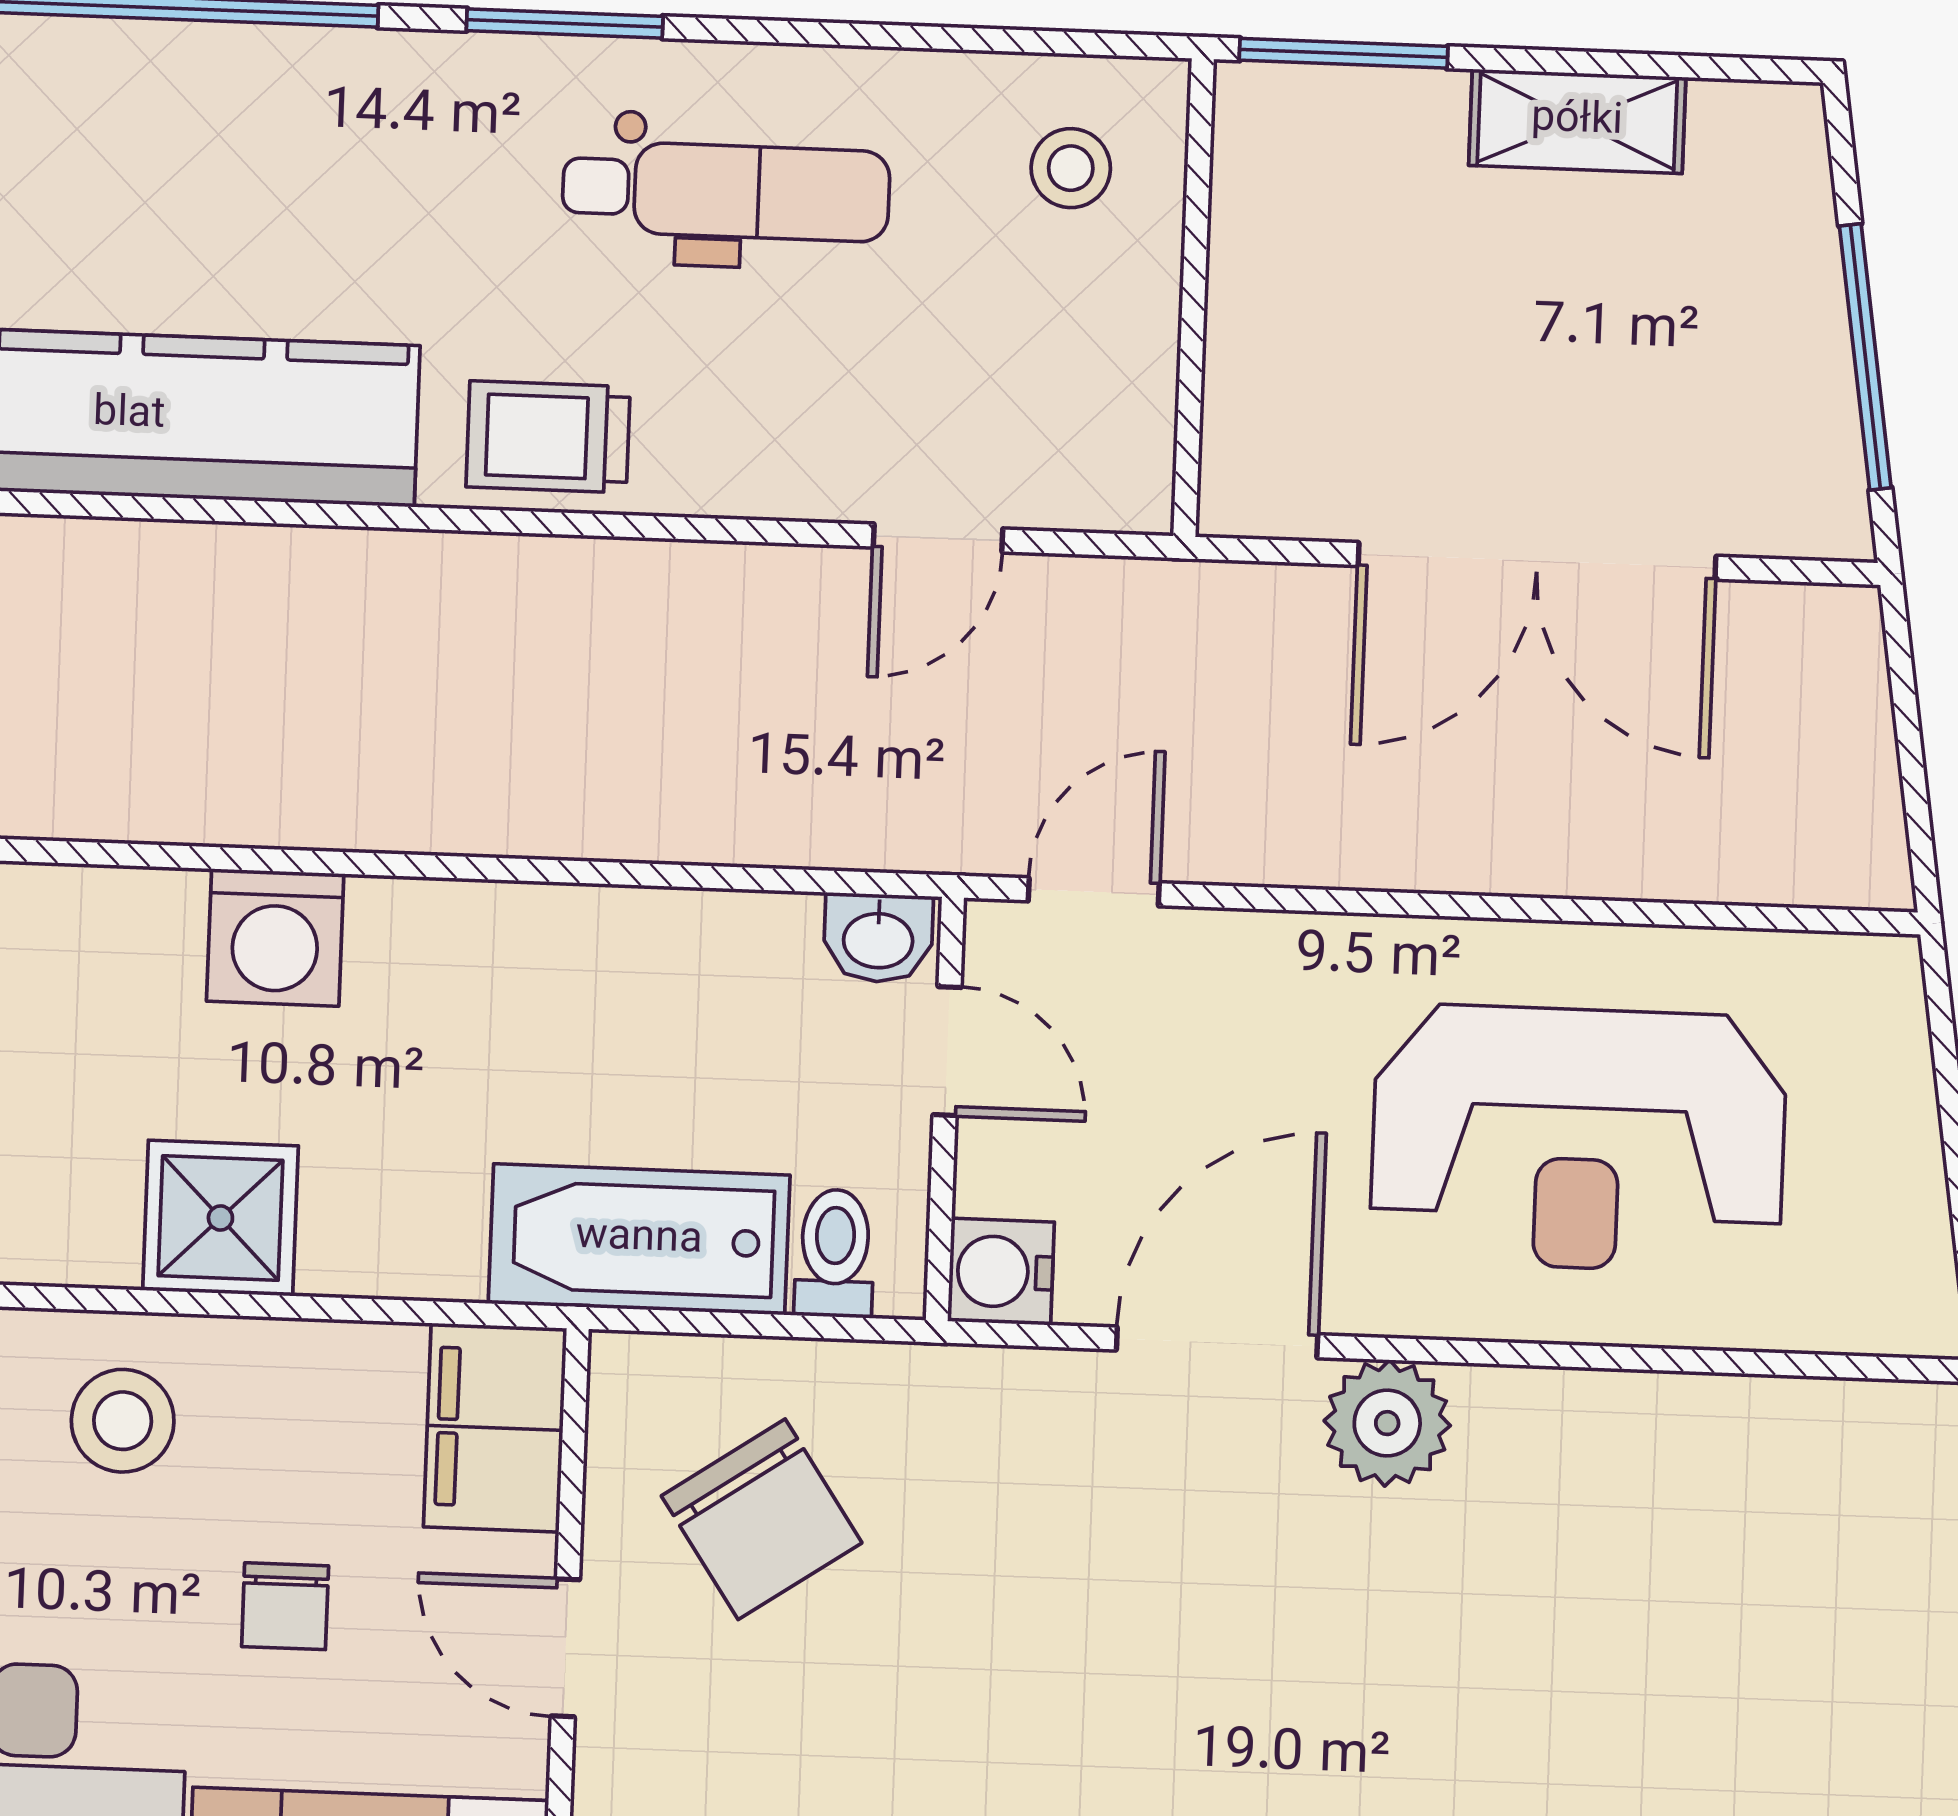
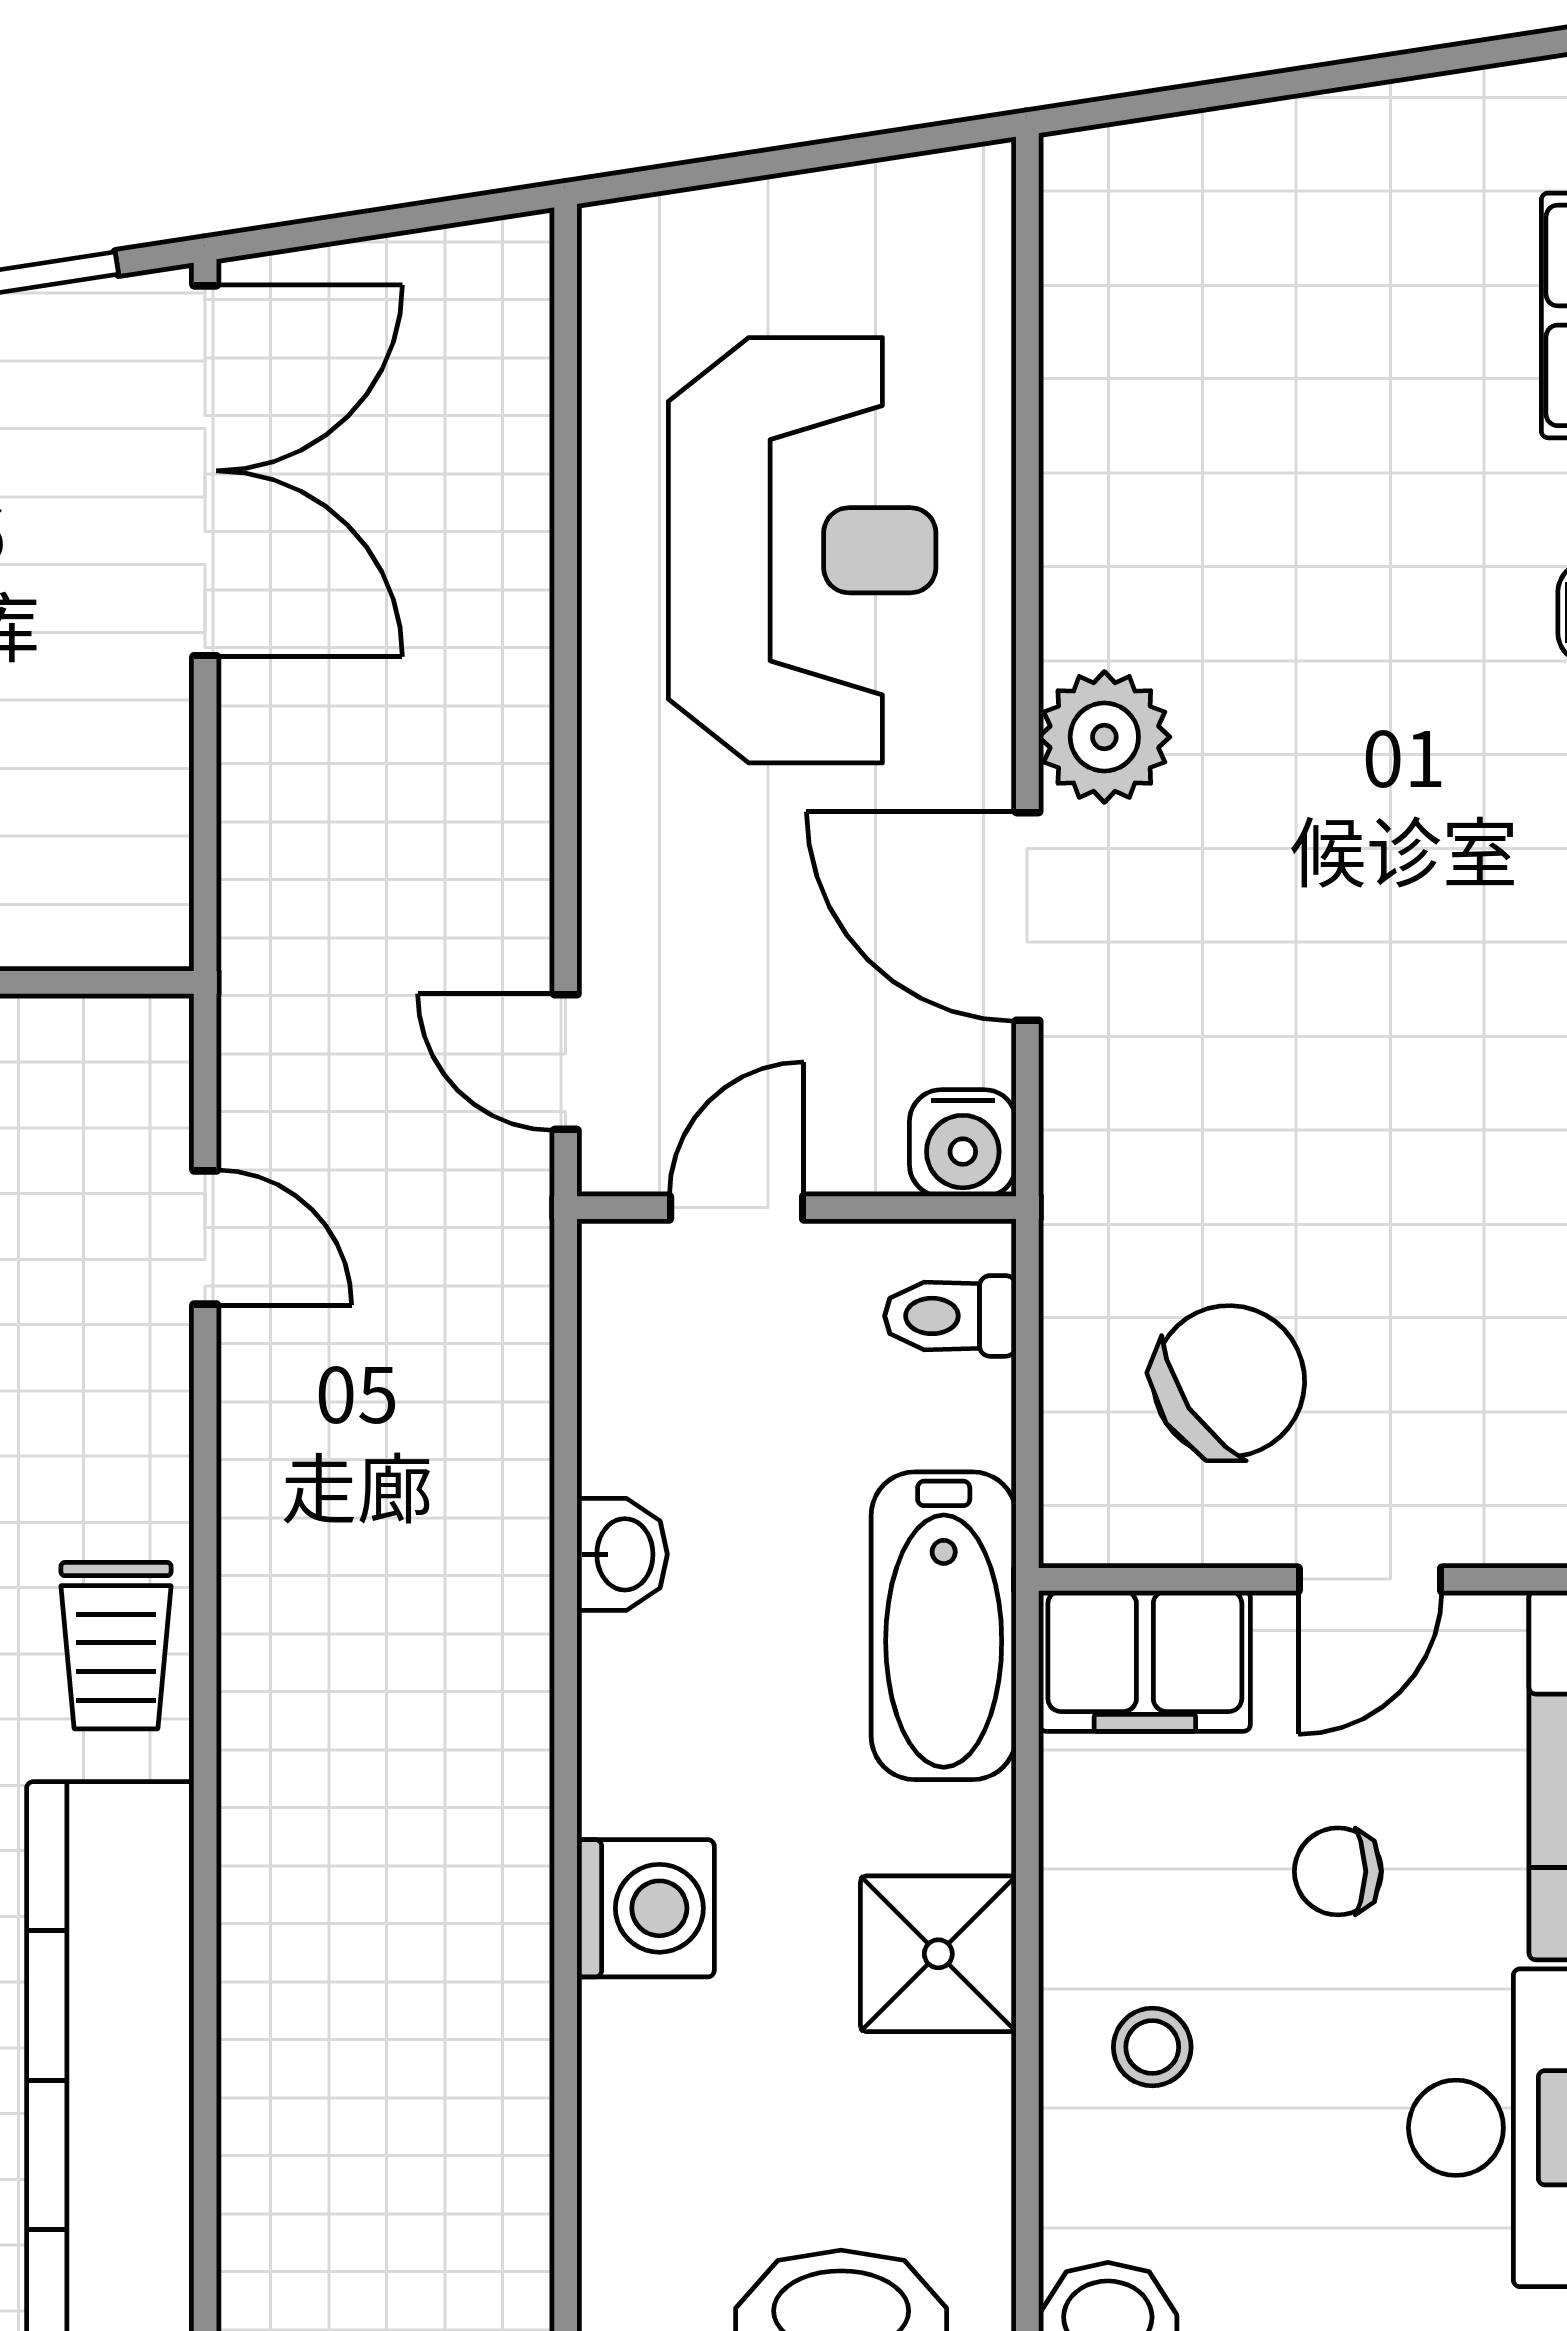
double door: (1537, 561) -> (205, 471), moved
washbasin: (878, 938) -> (622, 1554), moved
bathtub: (639, 1239) -> (944, 1626), moved
stool: (123, 1421) -> (1152, 2047), width x0.73, depth x0.73
chair: (285, 1606) -> (1338, 1871), turned 180

